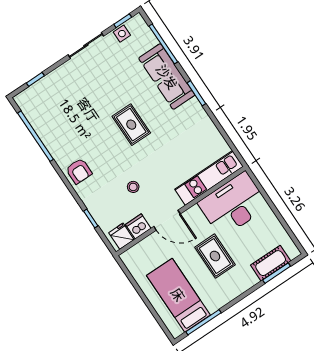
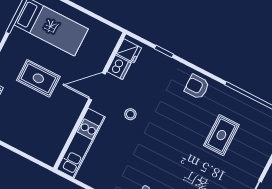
rug: (131, 125) -> (221, 135), moved, turned 90
stool: (133, 187) -> (130, 114), moved
desk: (233, 205) -> (47, 132), removed

